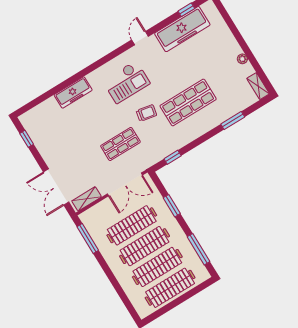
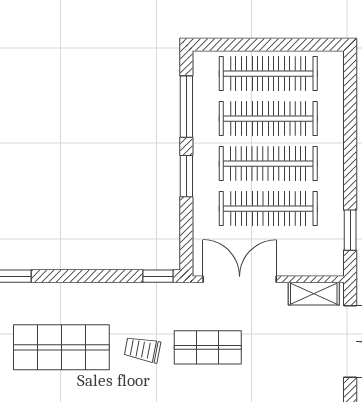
trolley: (146, 113) -> (142, 350), moved
window: (173, 157) -> (158, 276), moved
window: (172, 206) -> (186, 176), moved
window: (88, 239) -> (350, 230), width x0.69

